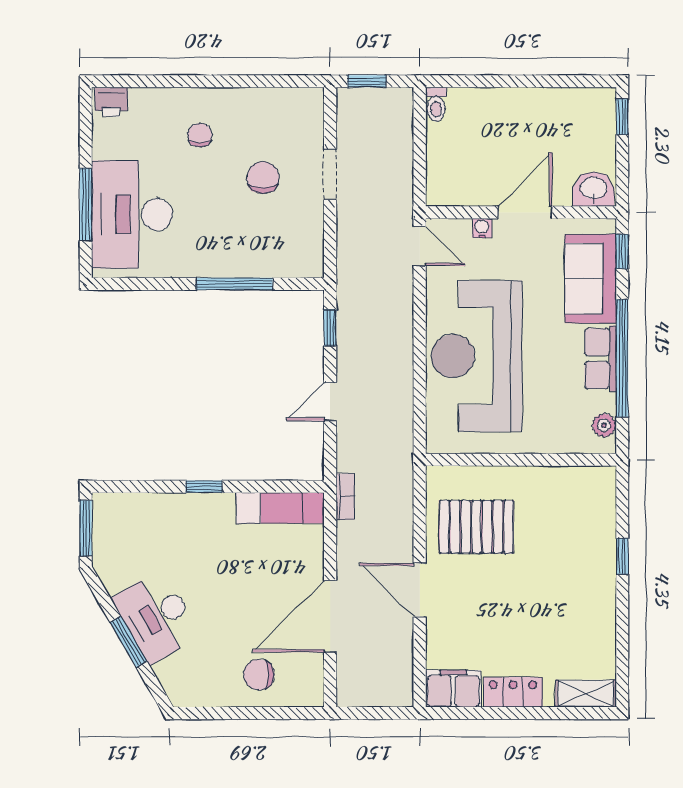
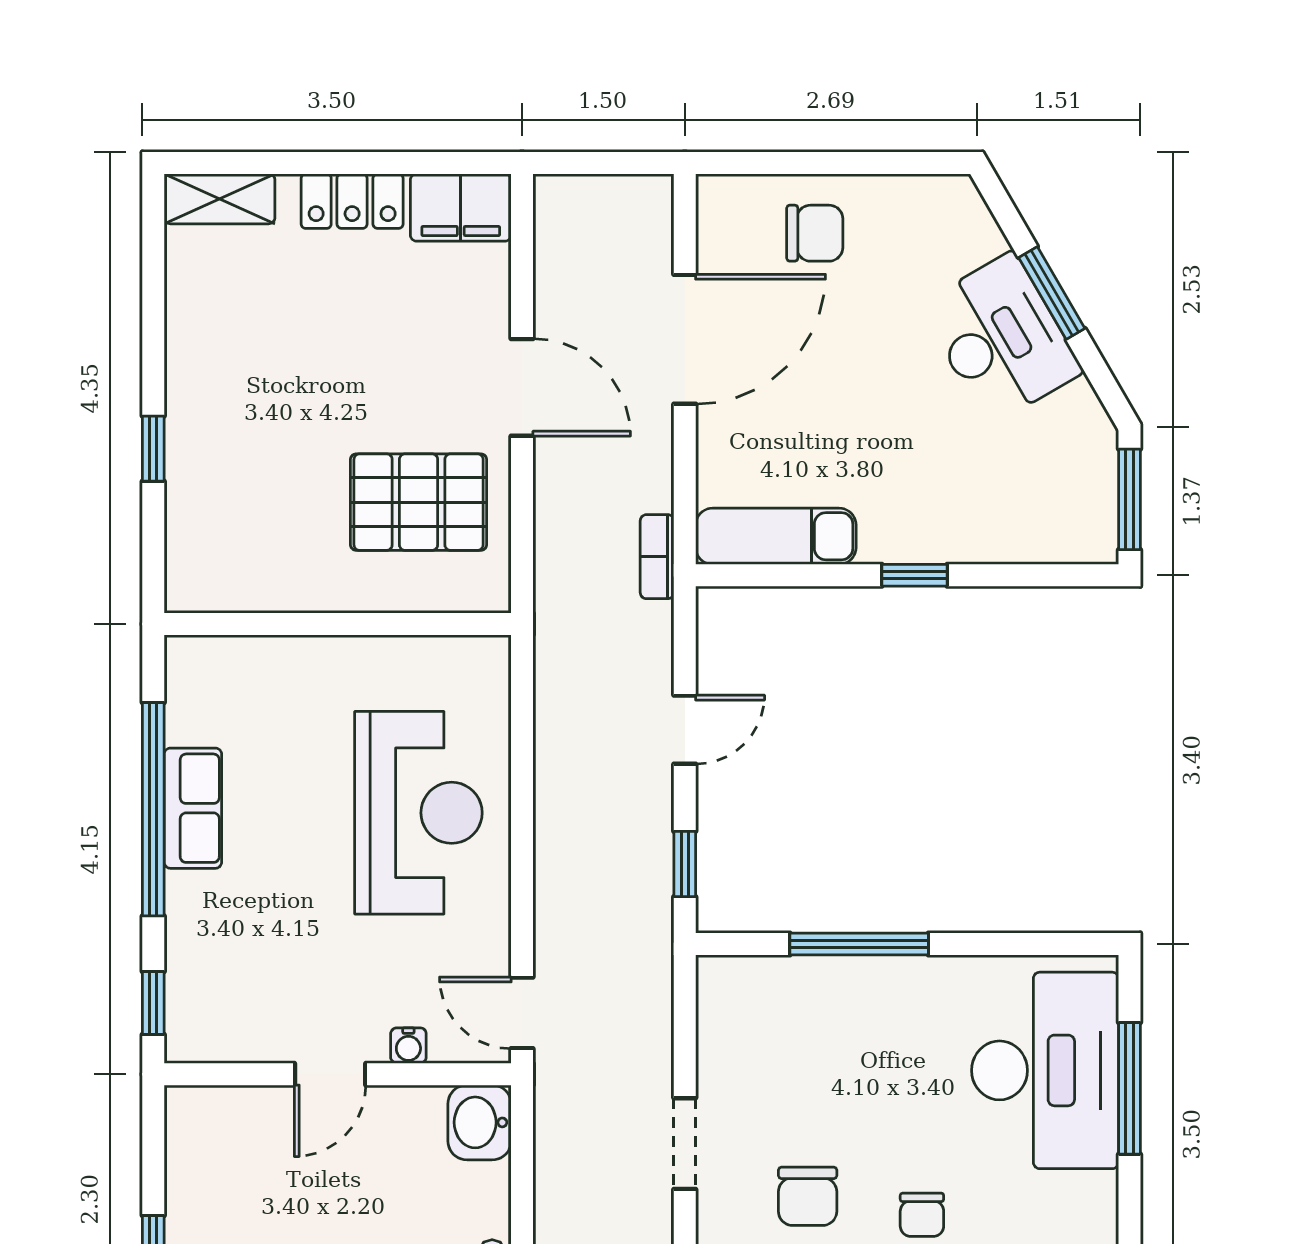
chair: (263, 178) -> (808, 1196), moved
washbasin: (594, 189) -> (480, 1122), moved, turned 90
door: (525, 212) -> (330, 1074), width x0.73
sofa: (591, 279) -> (211, 954), removed
reception desk: (477, 356) -> (418, 813), width x0.74, depth x0.77
plant: (604, 425) -> (187, 687), removed

